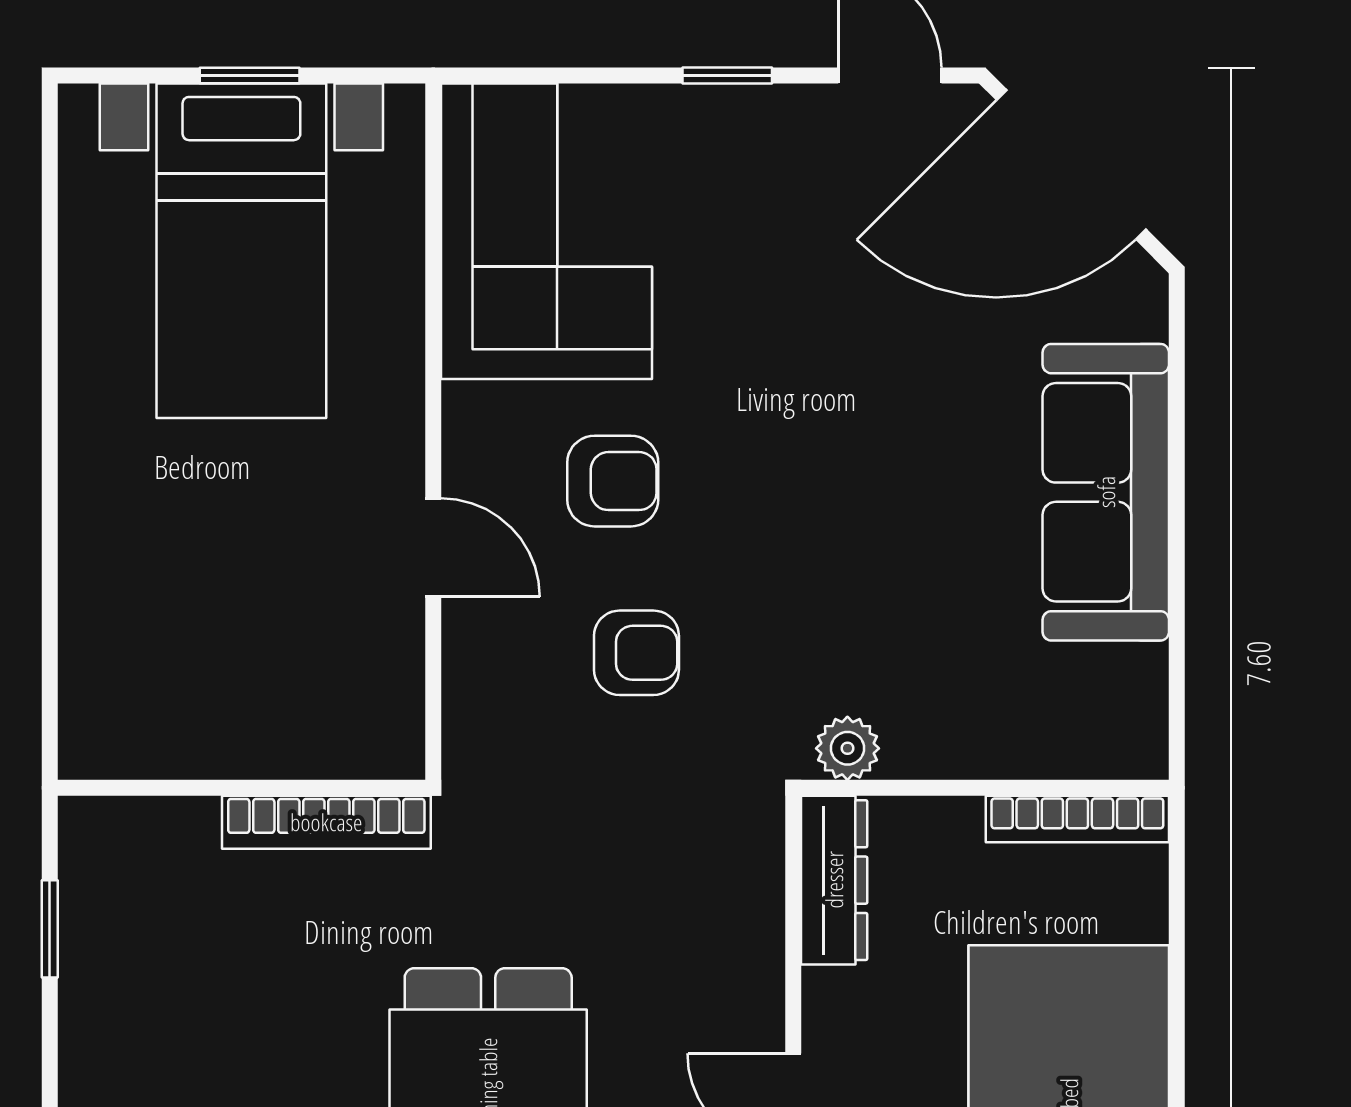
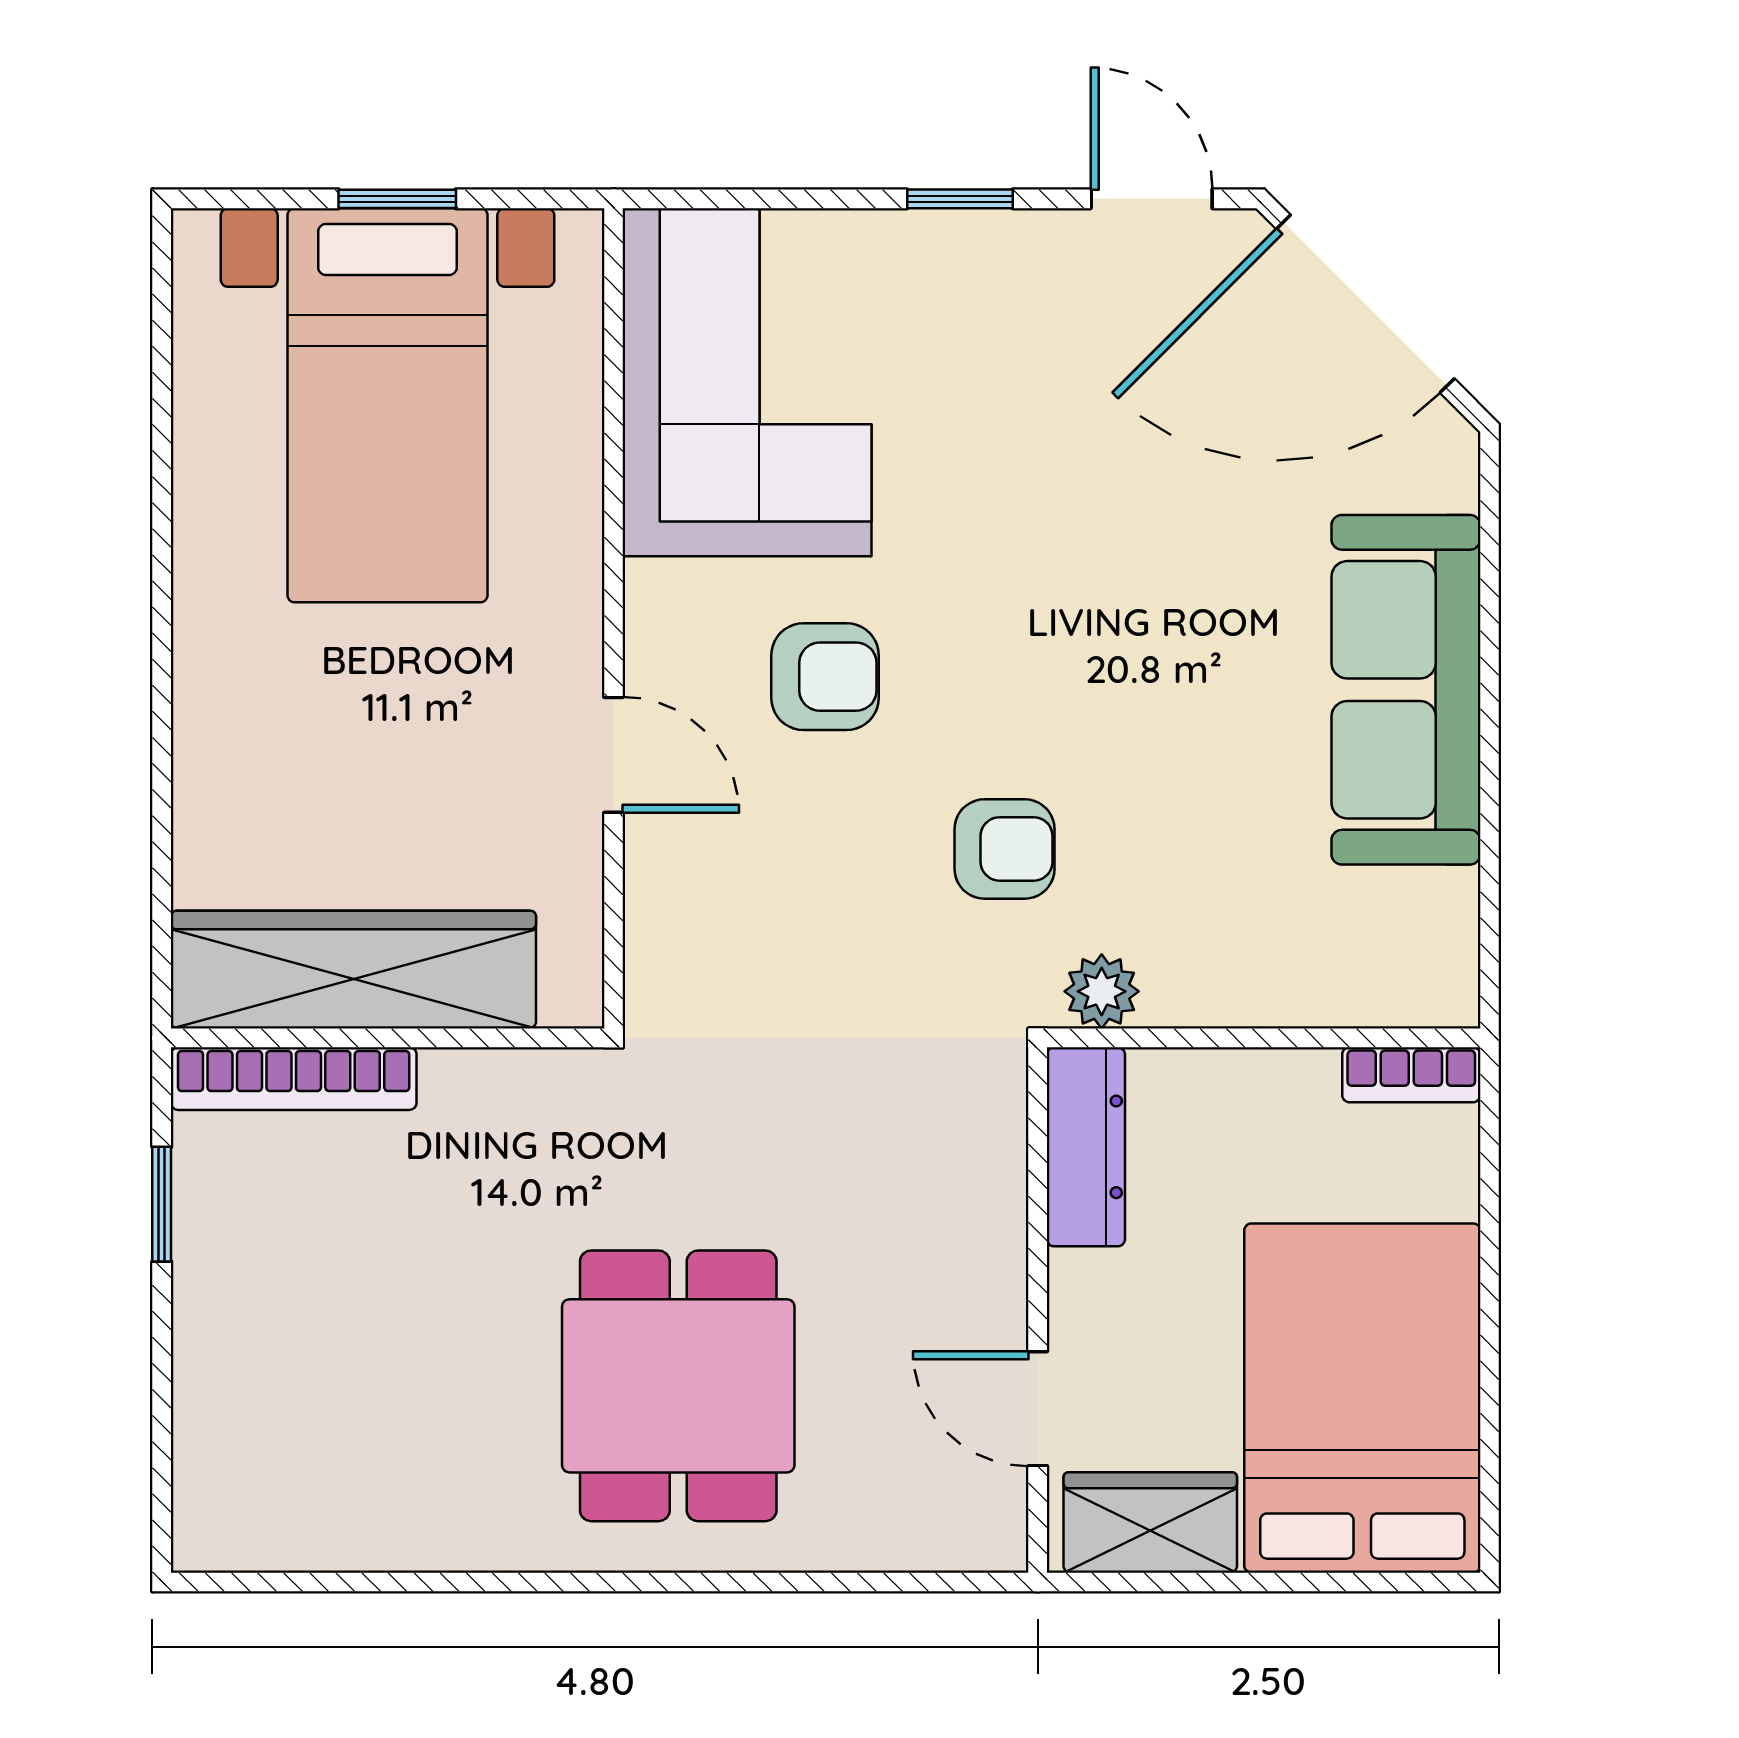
armchair: (636, 653) -> (1005, 849), moved
wardrobe: (212, 730) -> (353, 970), added
bookcase: (1077, 819) -> (1411, 1075), width x0.64
bookcase: (326, 822) -> (294, 1079), moved

